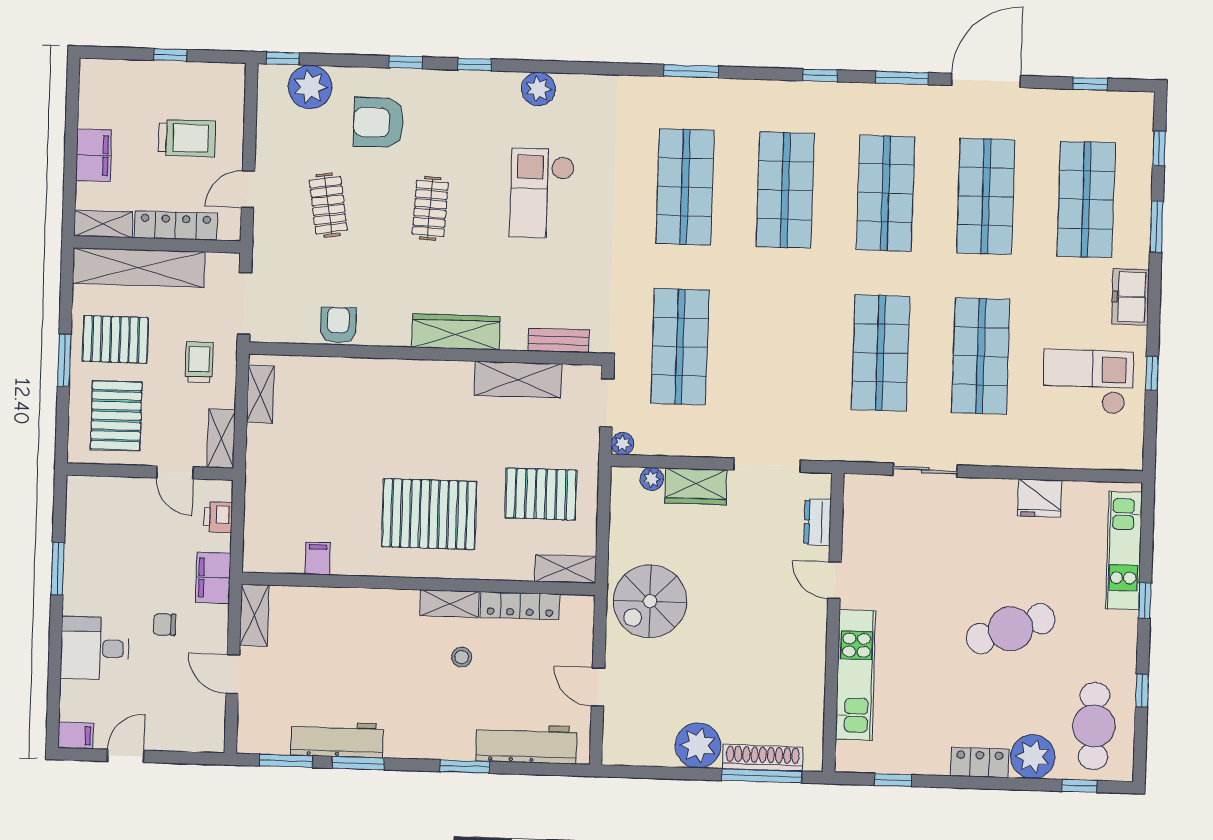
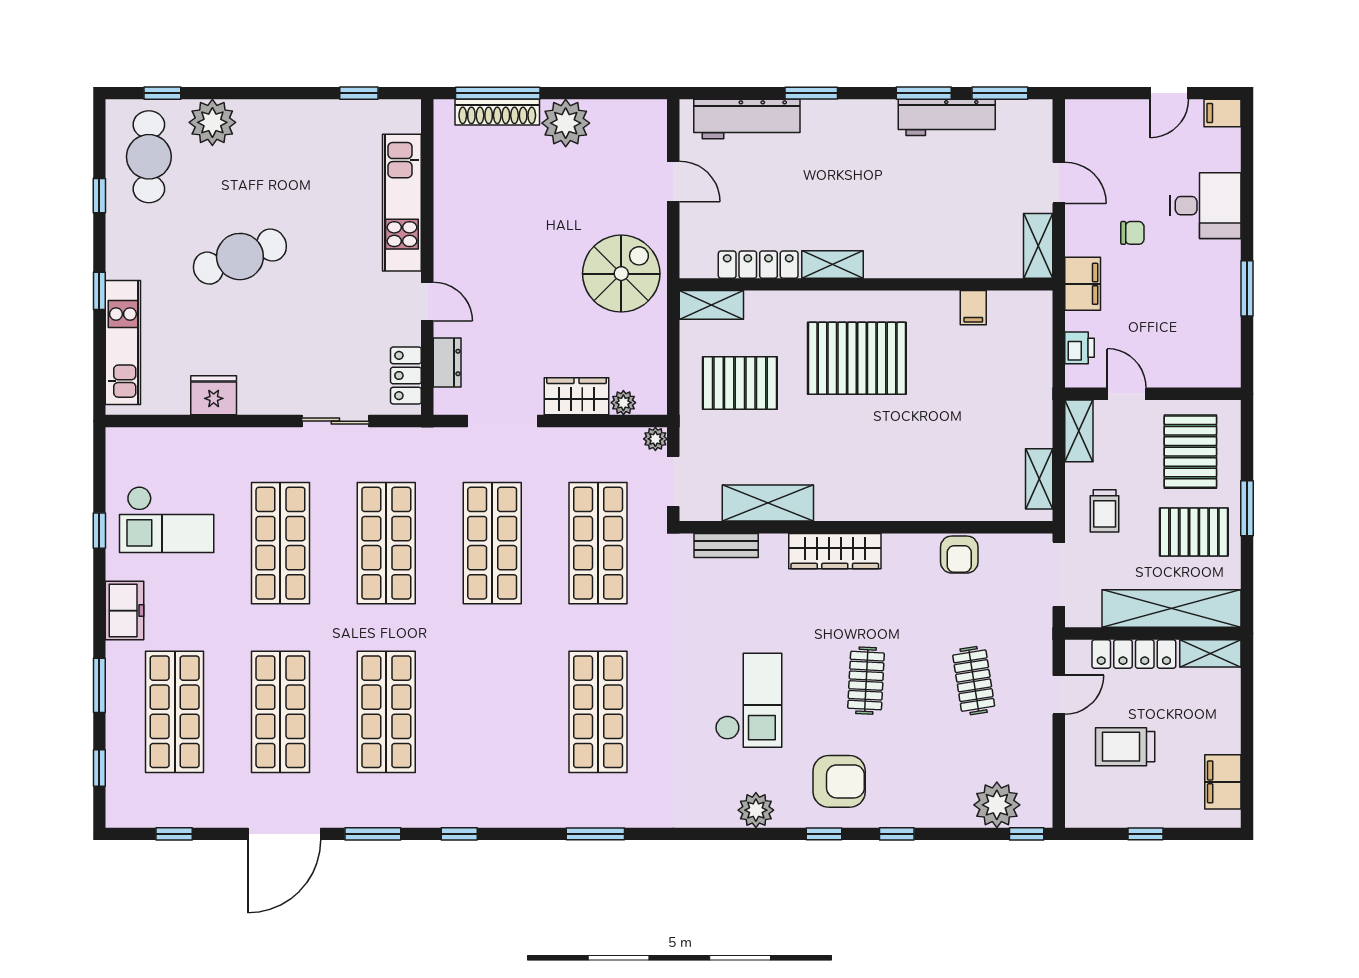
armchair: (379, 122) -> (839, 781), moved
filing cabinet: (94, 155) -> (1223, 782), moved
shop shelf: (785, 190) -> (492, 543), moved
stool: (462, 657) -> (818, 208), removed
locker: (980, 762) -> (406, 376), moved, turned 90

